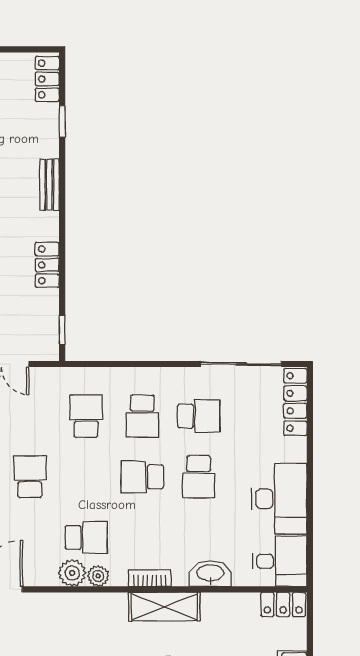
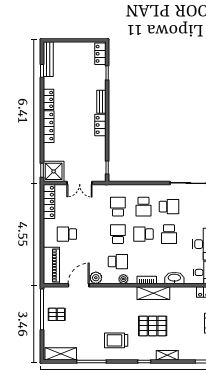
locker: (47, 265) -> (100, 125), moved
school desk: (30, 477) -> (118, 234), moved
plant: (72, 573) -> (96, 278), moved

